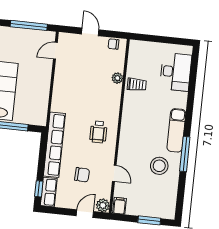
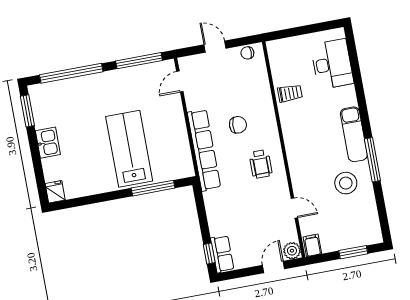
plant: (117, 78) -> (264, 92), removed
row of seats: (54, 145) -> (204, 150), moved
chair: (82, 175) -> (238, 125), moved

